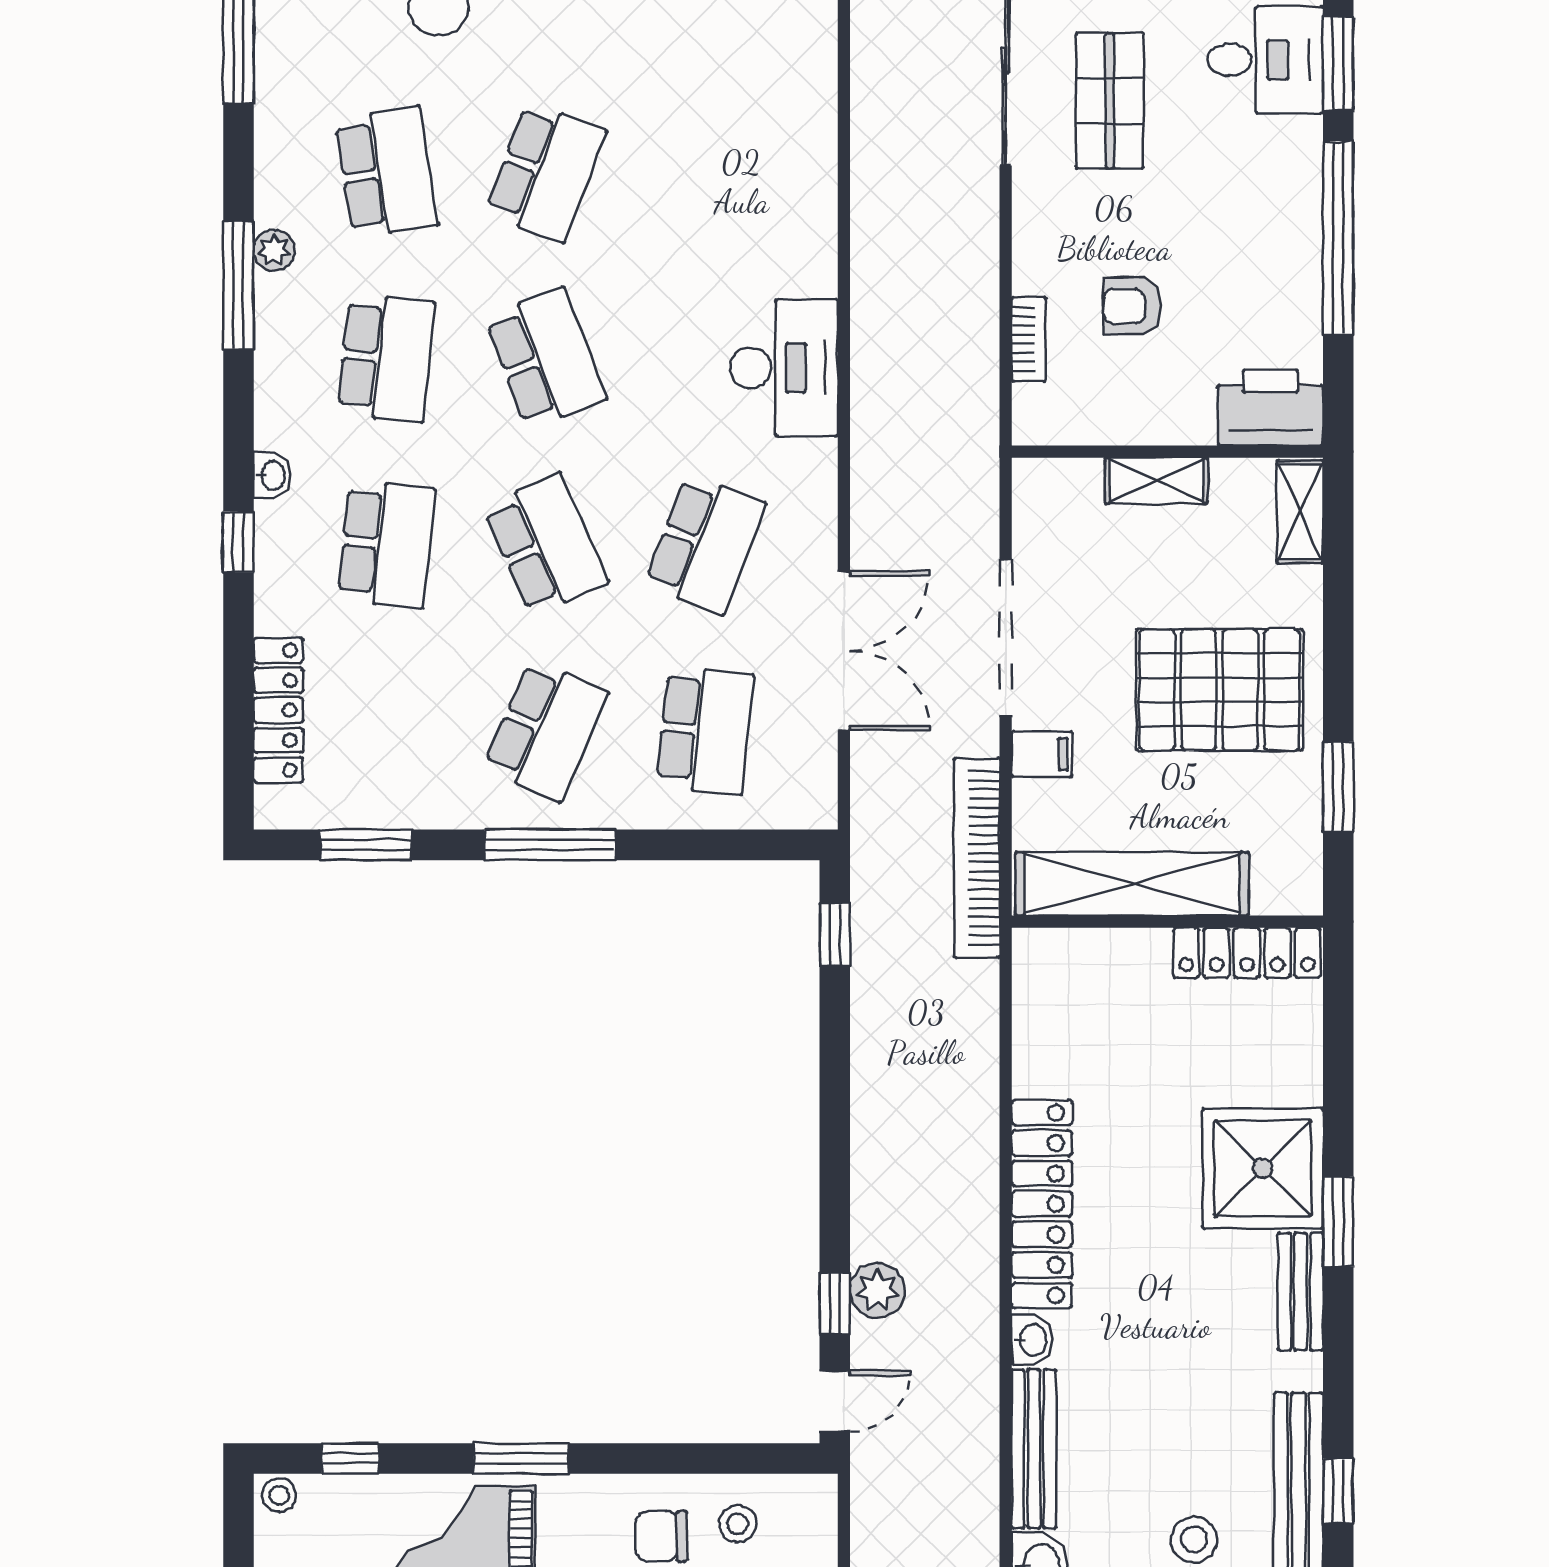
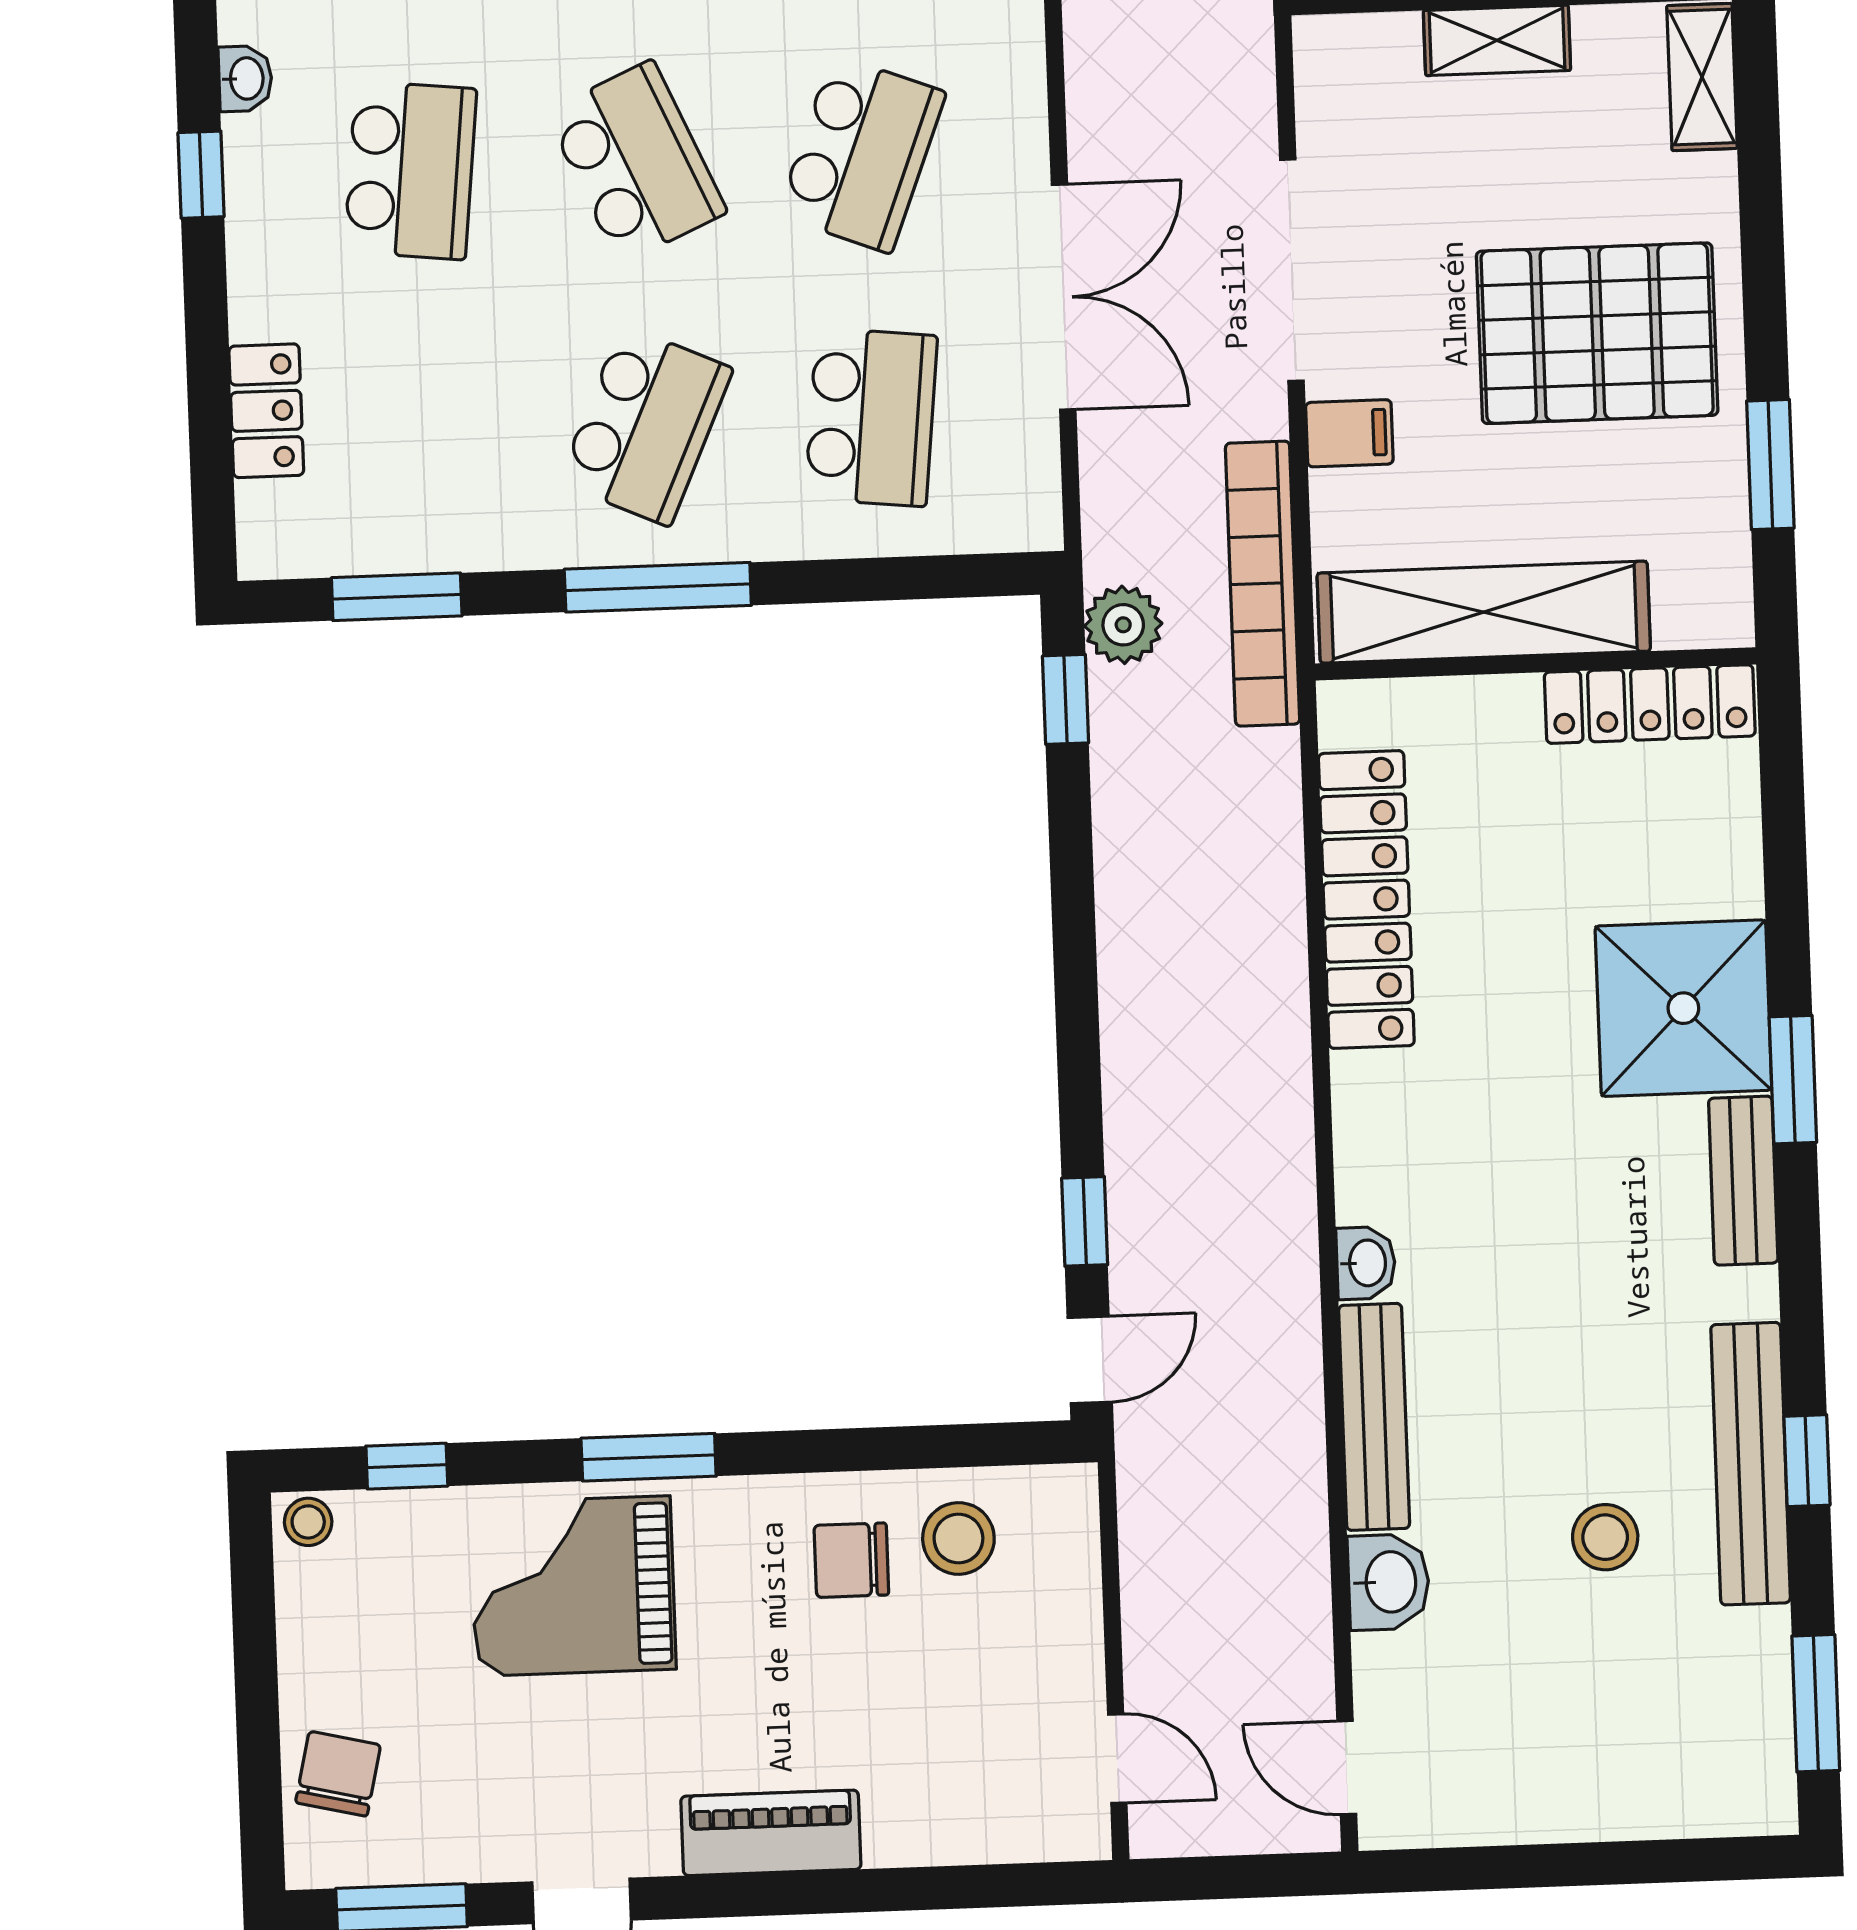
locker: (278, 710) -> (266, 411), width x0.66
locker: (1042, 1204) -> (1366, 900), moved
plant: (877, 1290) -> (1123, 625), moved
stool: (738, 1524) -> (958, 1538), width x1.37, depth x1.37

